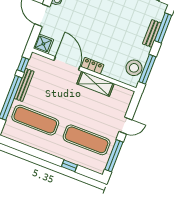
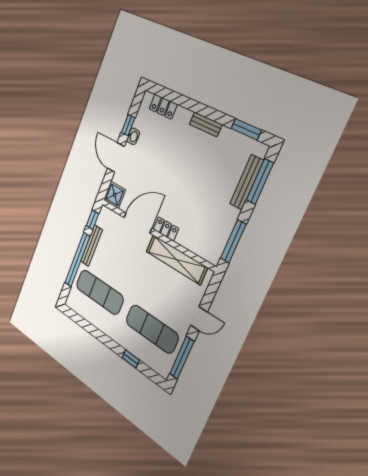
bench: (152, 33) -> (247, 182), width x1.36
door: (67, 63) -> (138, 223), hinge flipped
stool: (134, 68) -> (216, 237), removed
shelving: (96, 84) -> (176, 259), width x1.47

